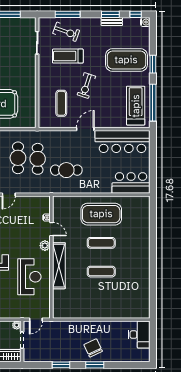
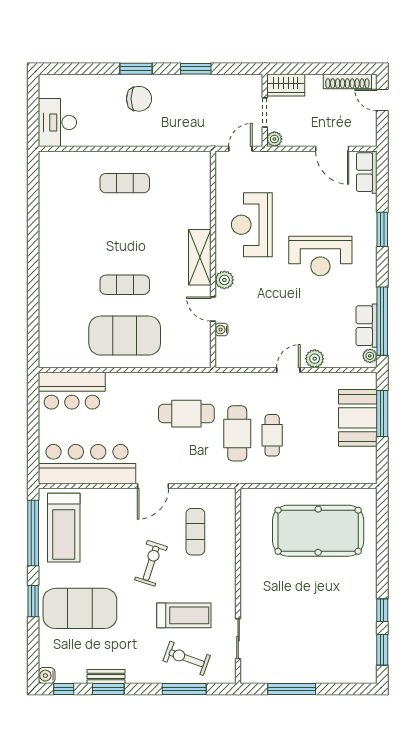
cafe table: (18, 158) -> (272, 435), width x0.73, depth x0.74
shelving: (59, 266) -> (200, 257), width x0.68
exercise mat: (101, 272) -> (125, 183), moved
chair: (93, 348) -> (139, 99), turned -65

